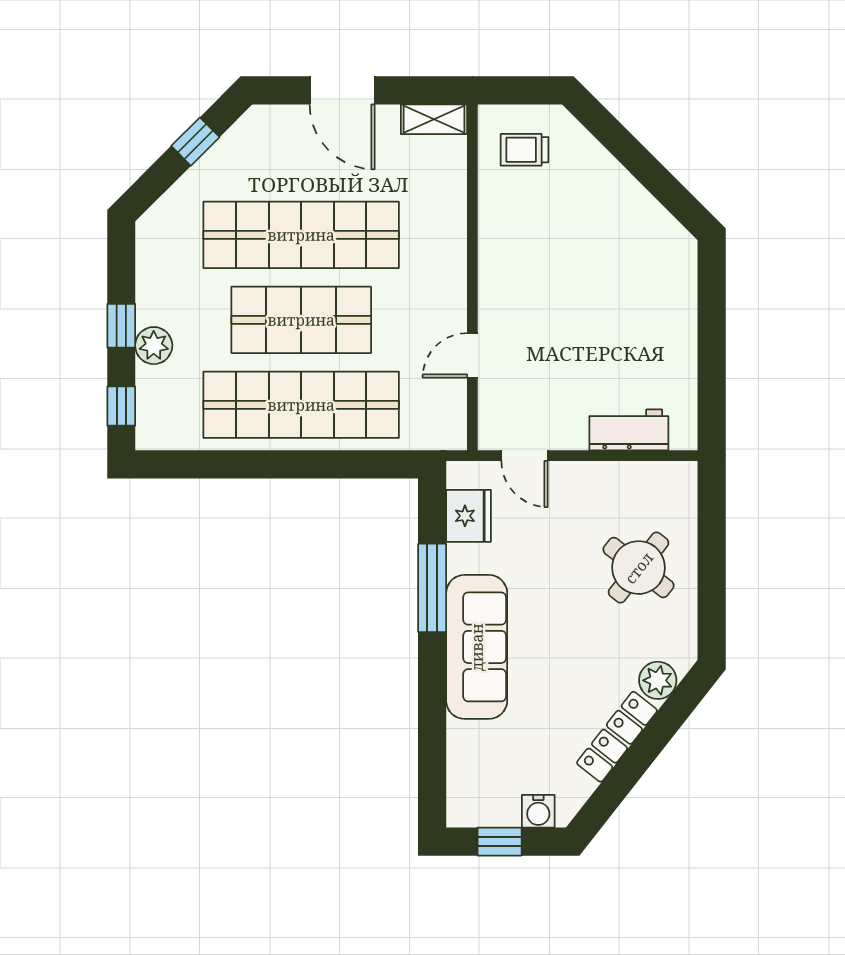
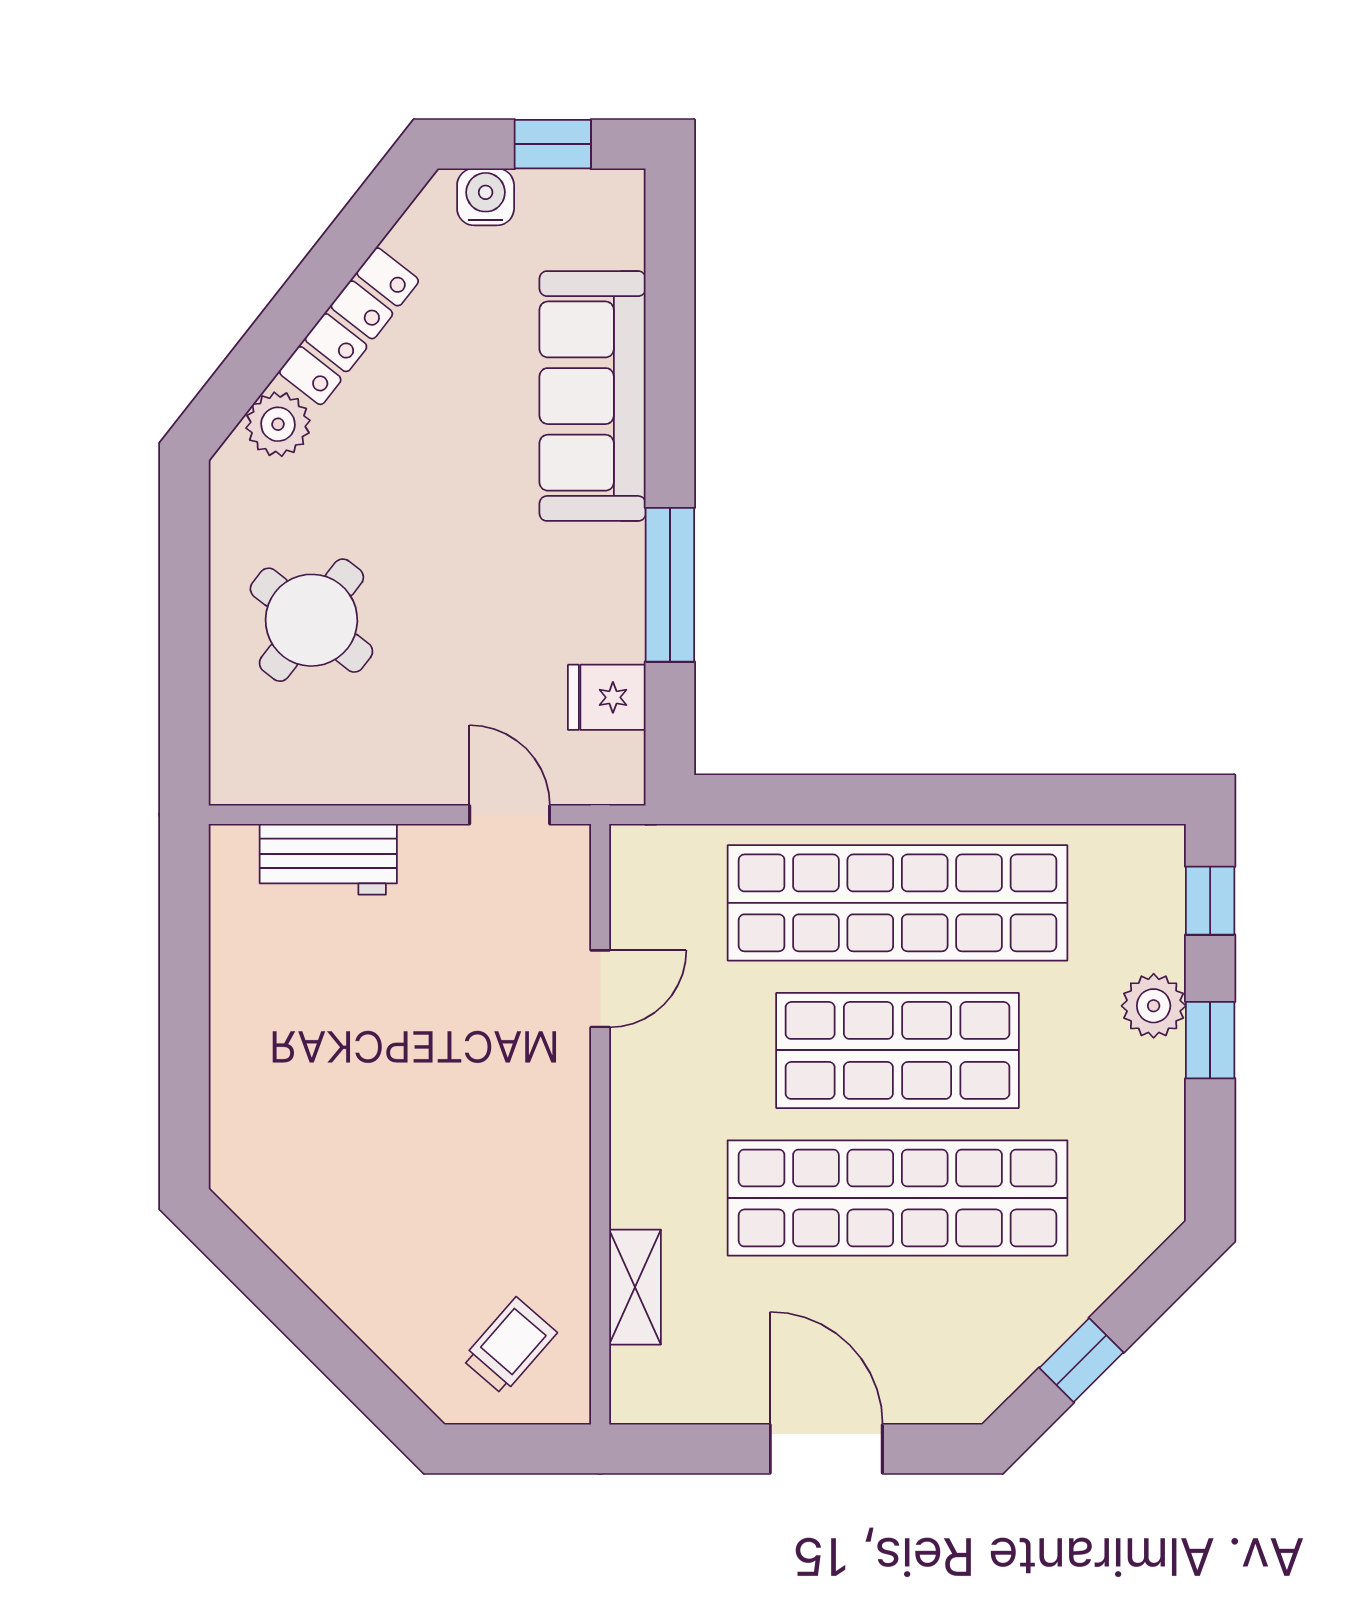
shelving: (434, 119) -> (635, 1287), moved, turned 90
trolley: (524, 150) -> (510, 1346), turned -49
fridge: (469, 516) -> (607, 697), width x0.72
sofa: (477, 647) -> (593, 396), moved

